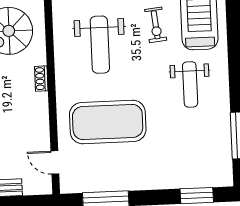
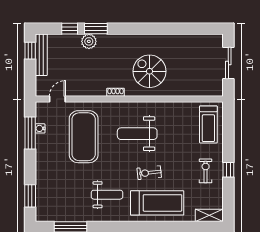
weight bench: (190, 84) -> (107, 195), turned 180
water cooler: (98, 185) -> (40, 128), added

